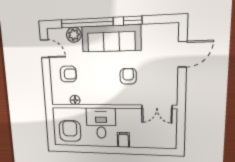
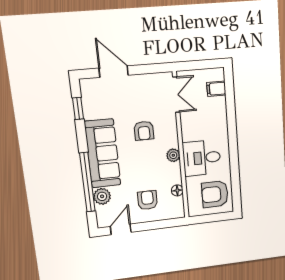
window: (133, 21) -> (78, 108), moved
armchair: (128, 76) -> (144, 131), turned -90
plant: (105, 99) -> (173, 155), added
filing cabinet: (123, 140) -> (216, 89), moved

